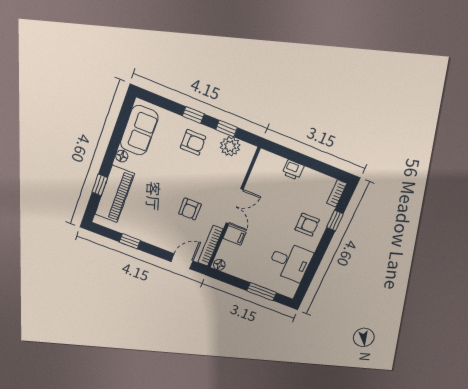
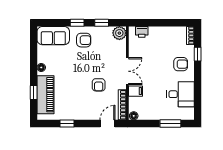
sofa: (139, 130) -> (53, 36), moved, turned 90
plant: (230, 146) -> (119, 33), moved
printer: (293, 170) -> (142, 32), moved

